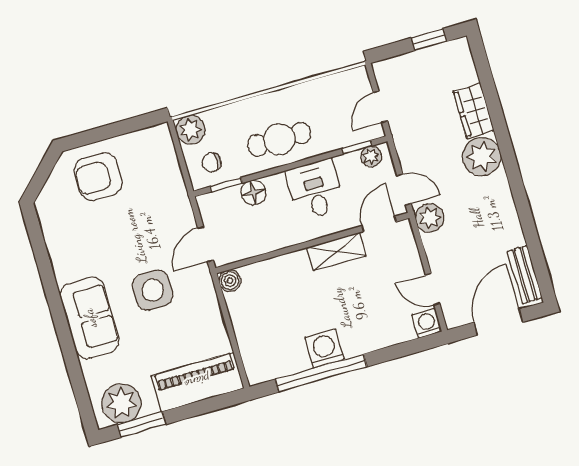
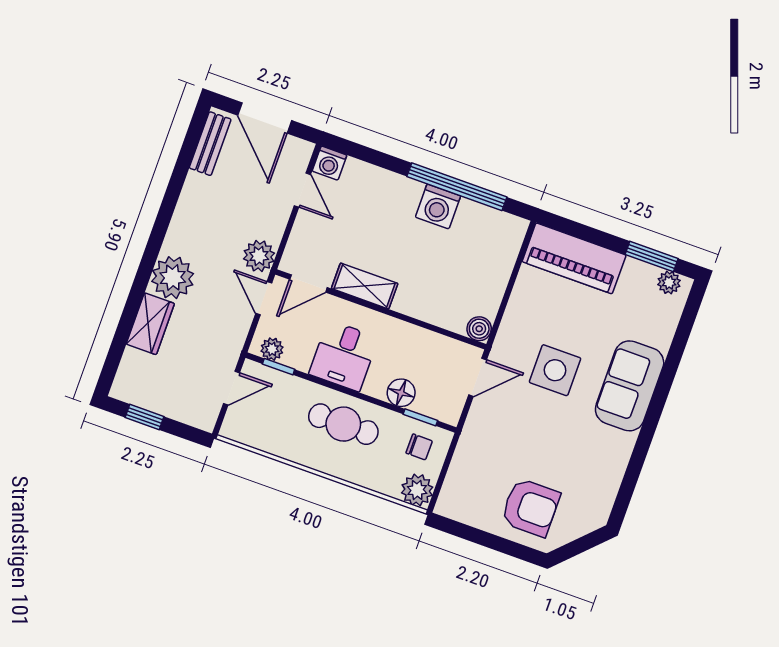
door: (498, 322) -> (265, 118), hinge flipped
plant: (121, 403) -> (669, 283), width x0.53, depth x0.53

